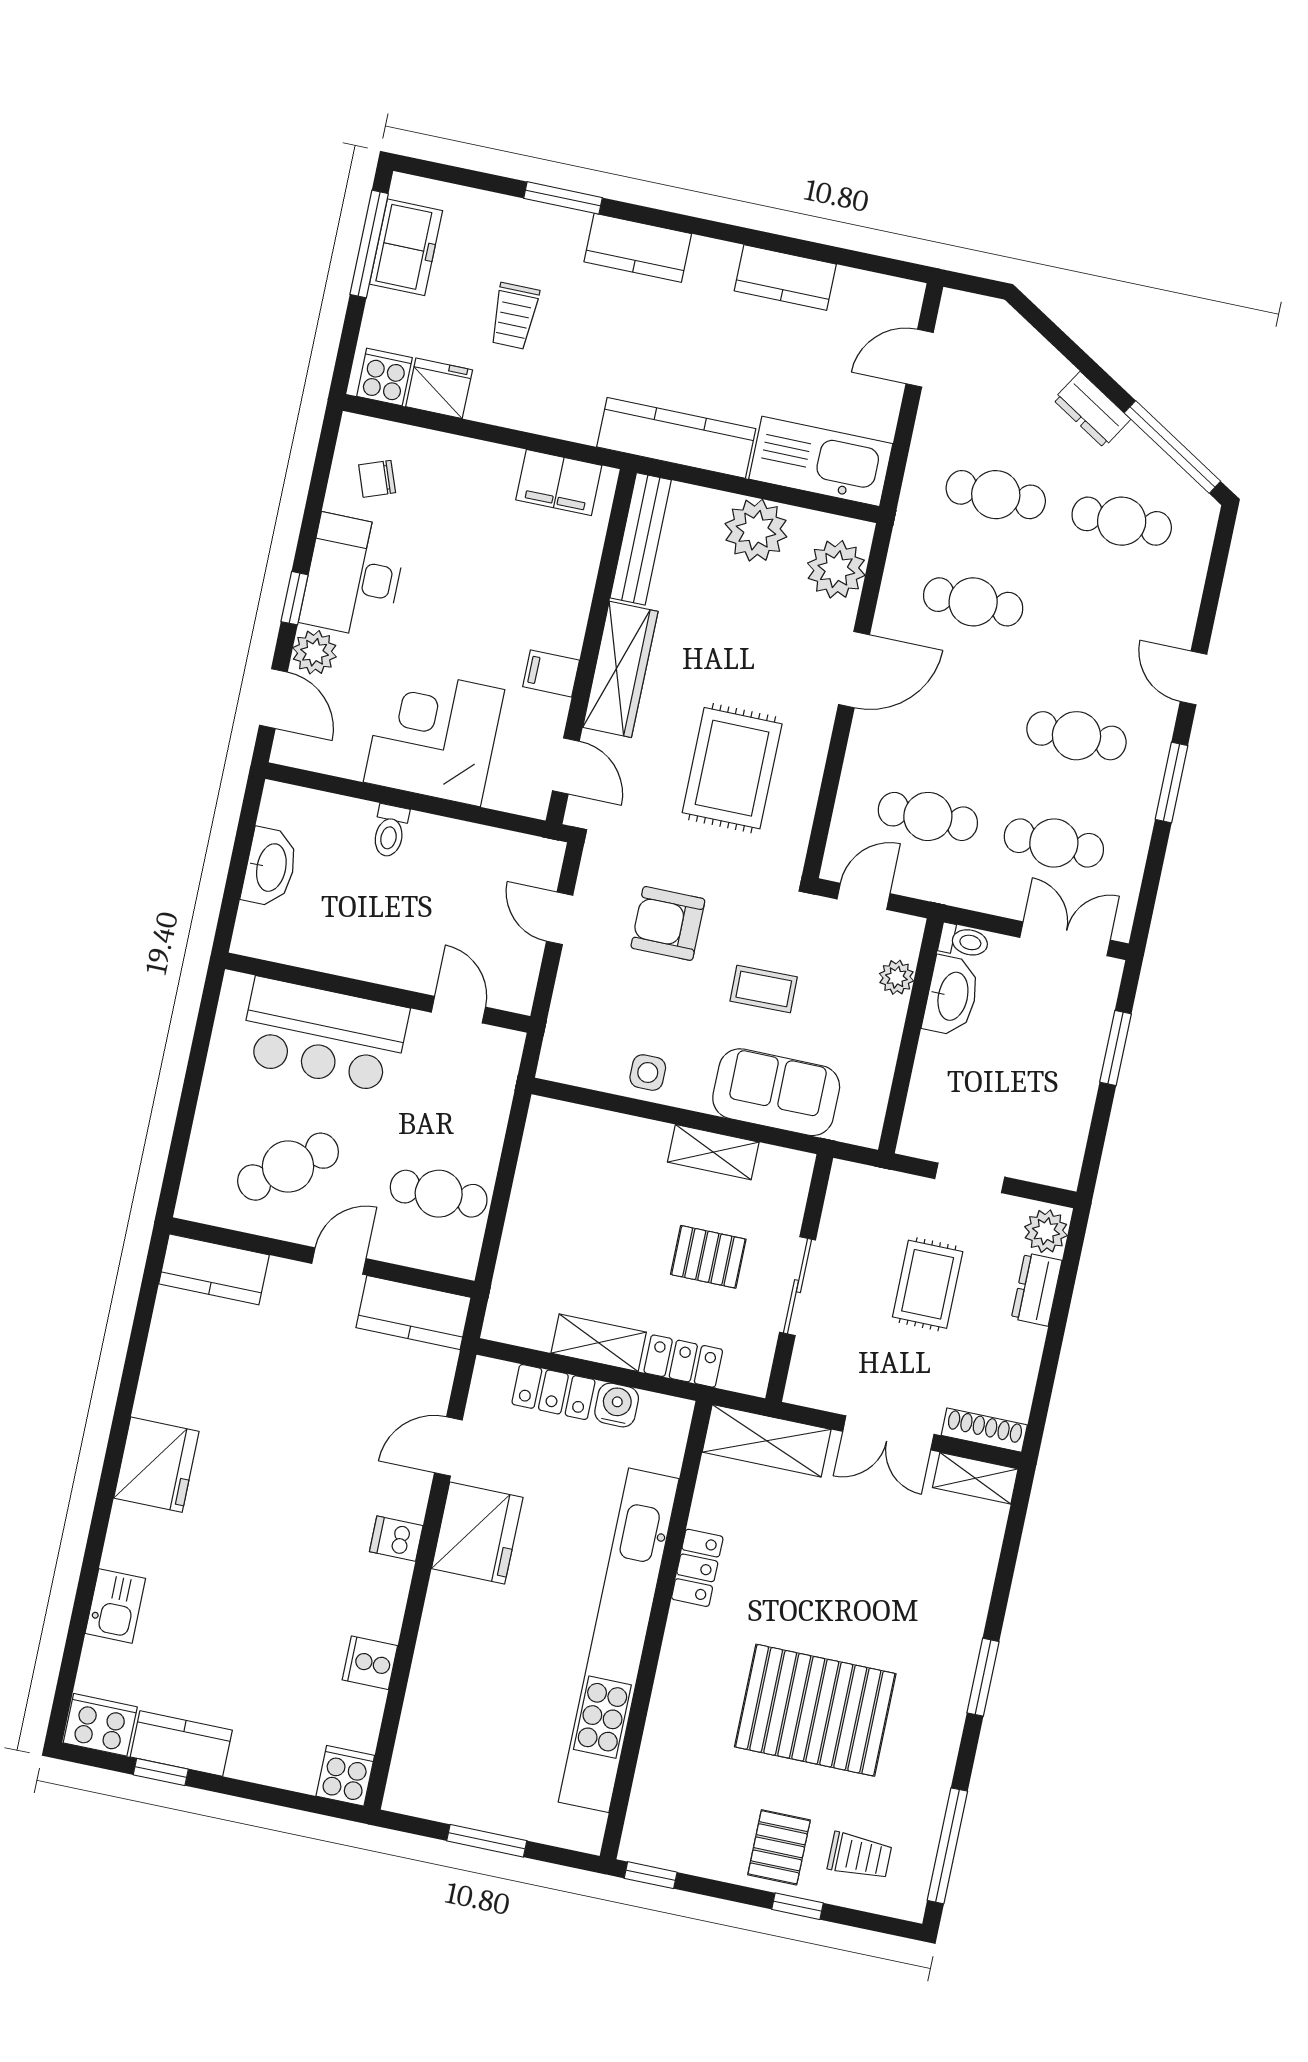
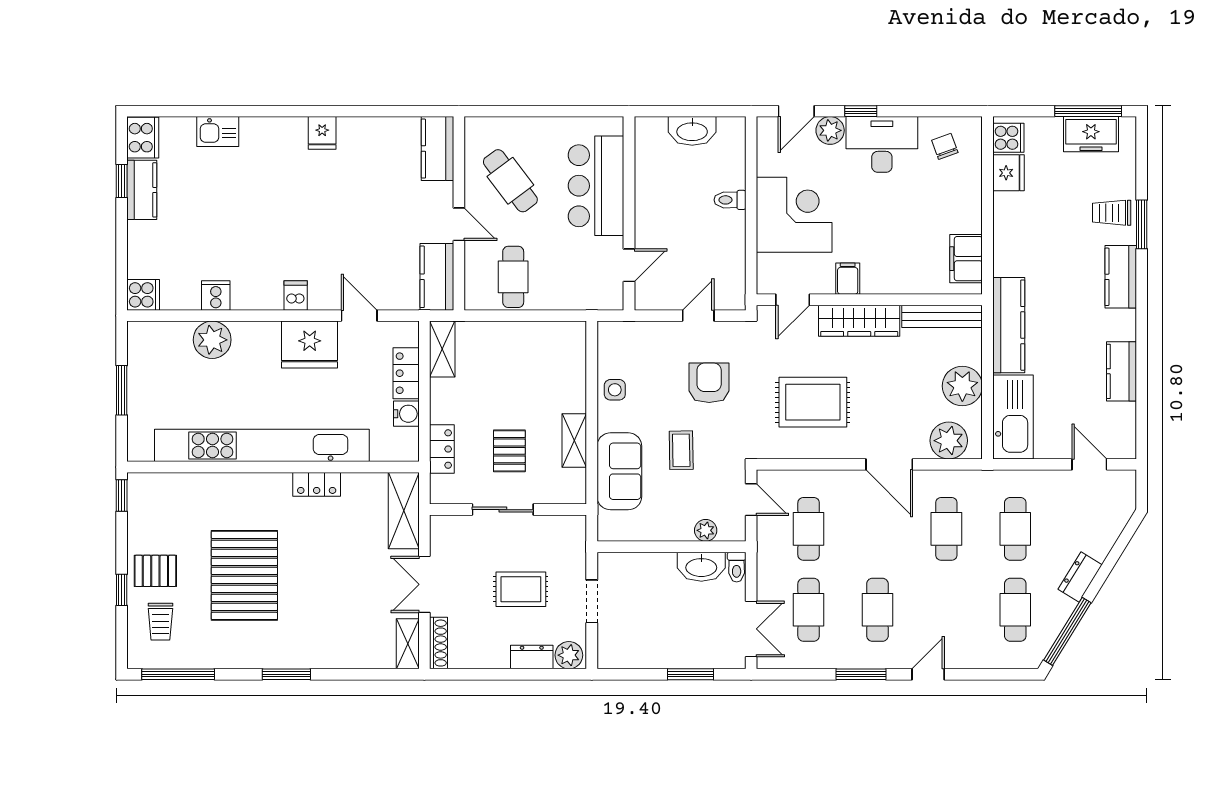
trolley: (514, 316) -> (1112, 213), moved
shelving: (599, 1343) -> (442, 349), moved
fridge: (156, 1465) -> (322, 133), width x0.53, depth x0.75
plant: (438, 1683) -> (212, 340), added

